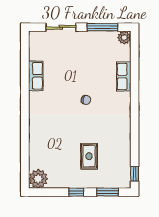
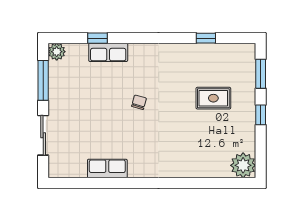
window: (135, 68) -> (97, 38), added
window: (135, 174) -> (206, 38), moved

